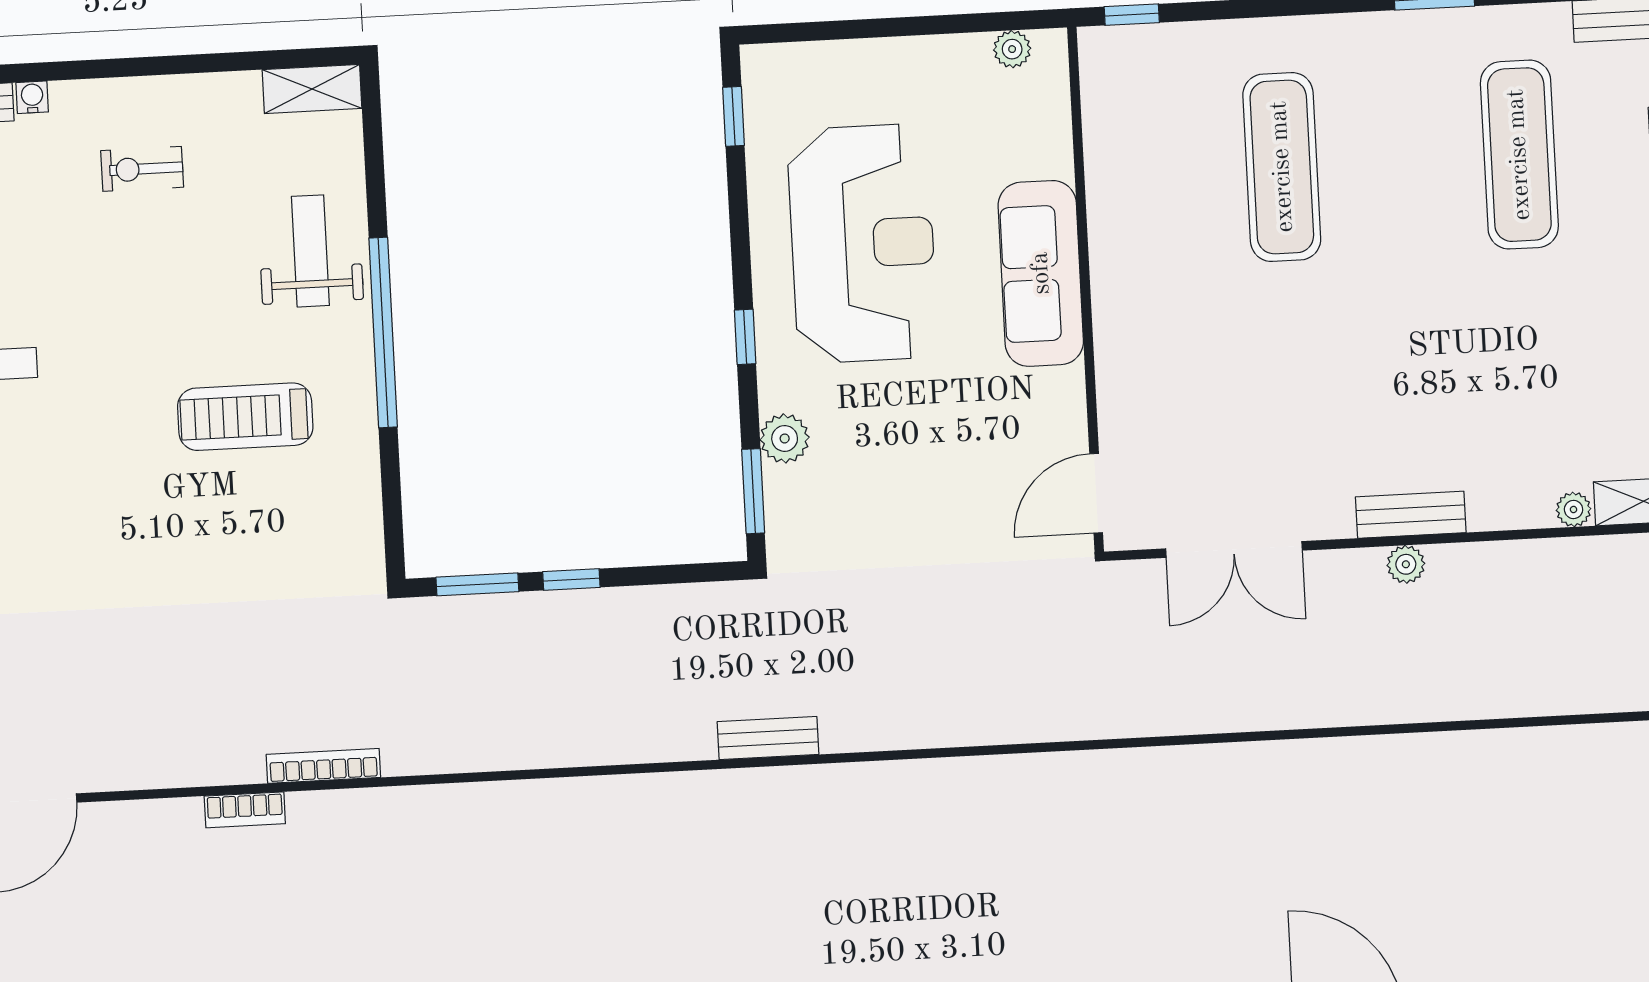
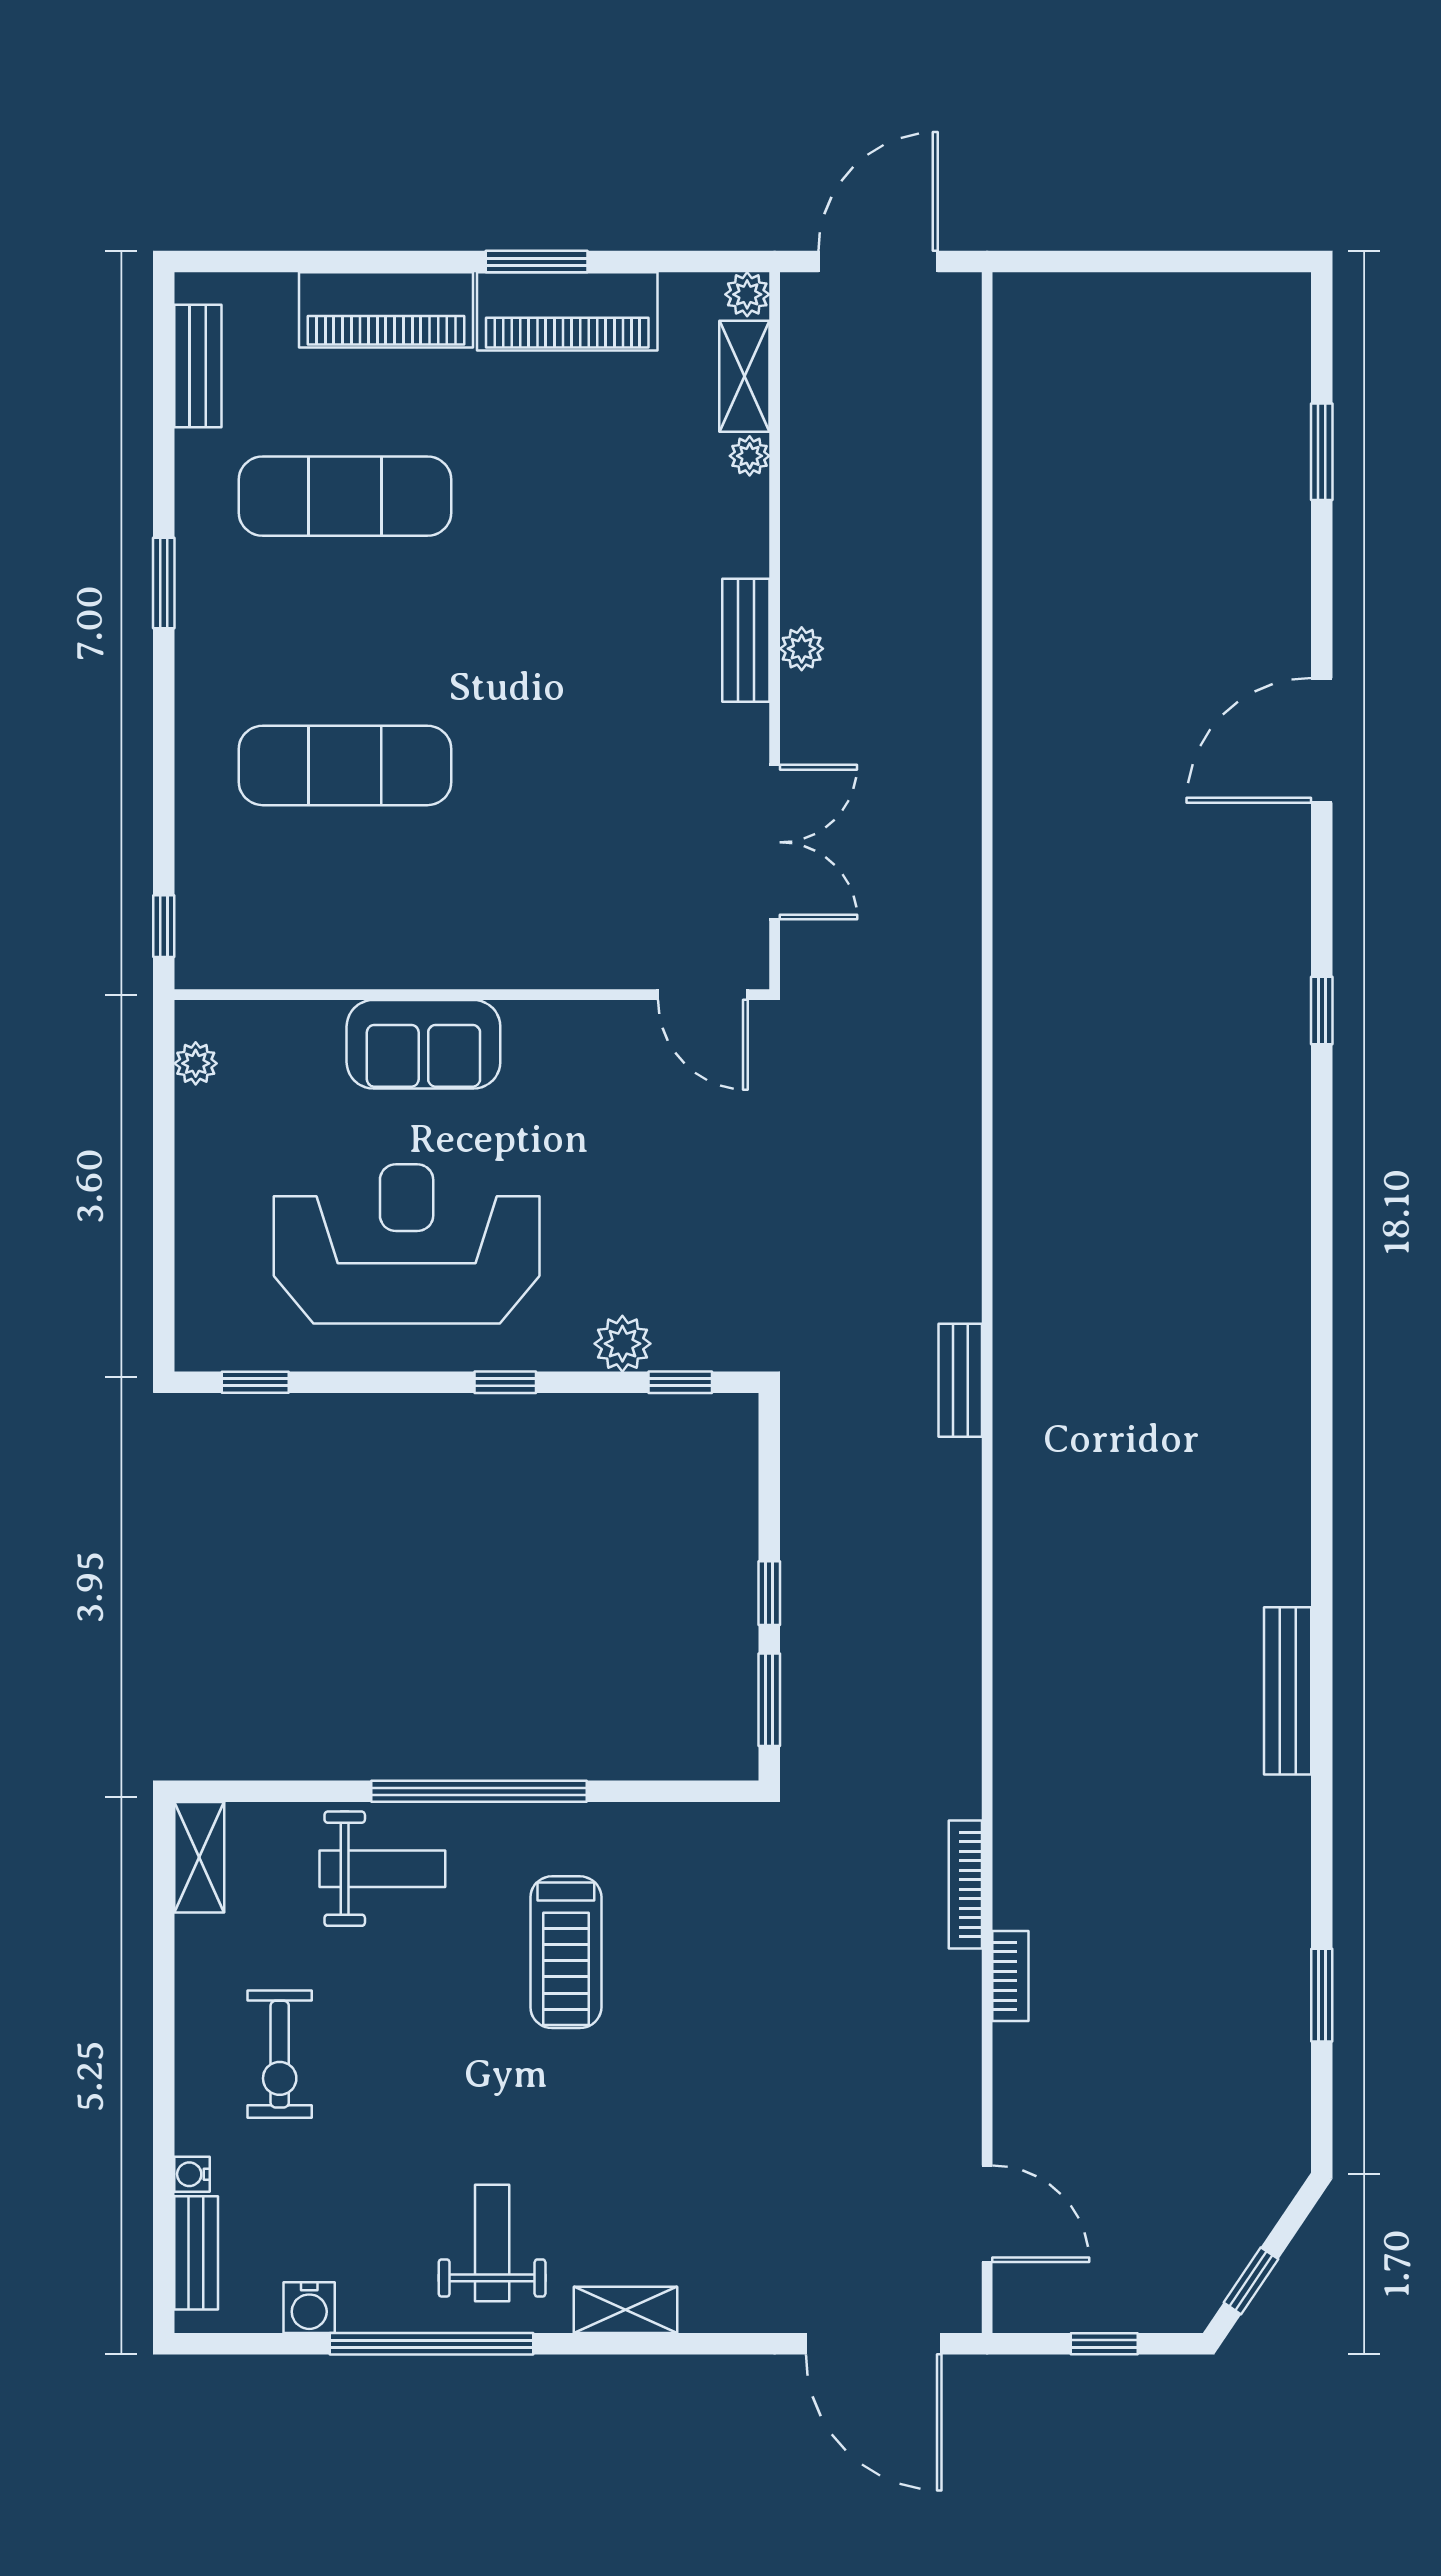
exercise bike: (142, 169) -> (280, 2054), width x1.38, depth x1.39
weight bench: (310, 251) -> (382, 1869), turned 180
sofa: (1041, 273) -> (423, 1044), width x0.73
window: (753, 491) -> (680, 1382), width x0.67

